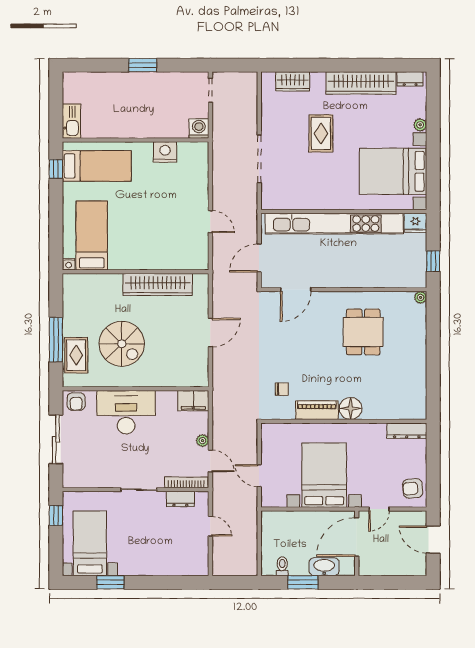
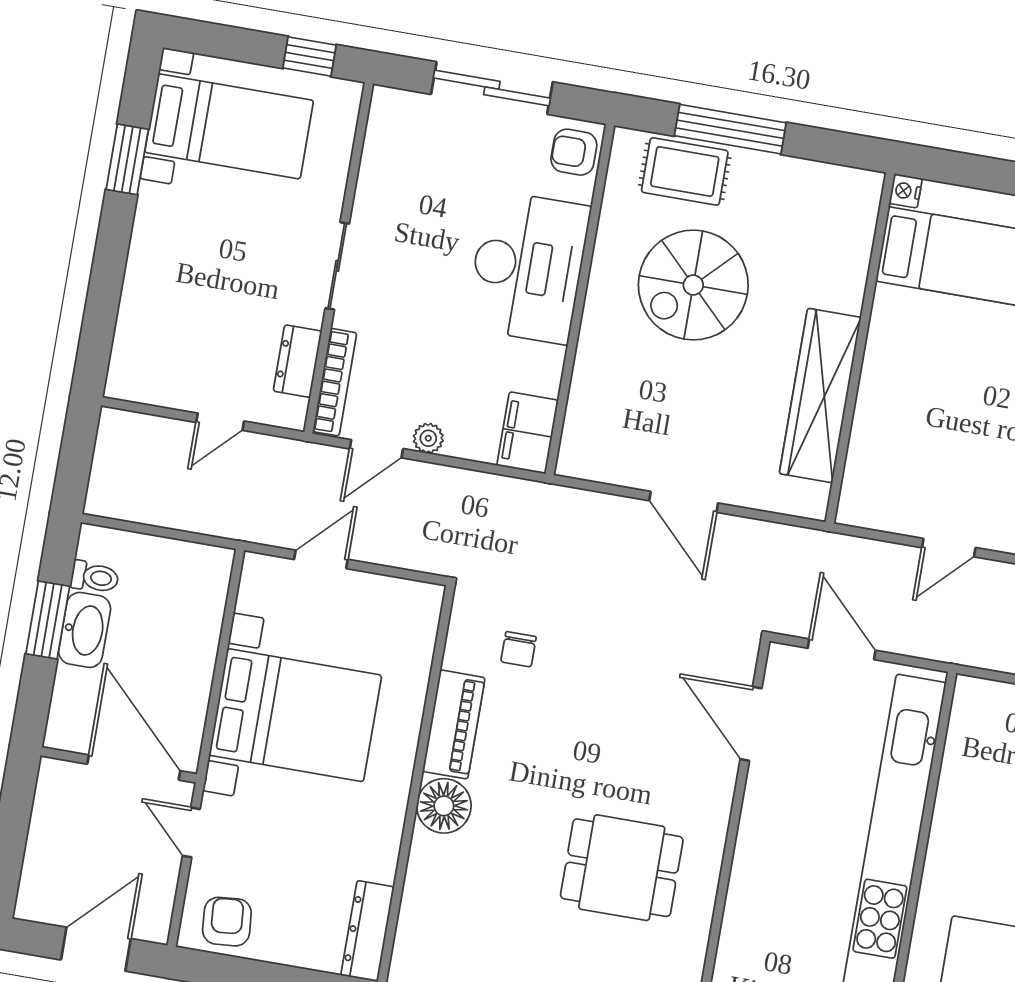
washbasin: (324, 567) -> (85, 630), moved

